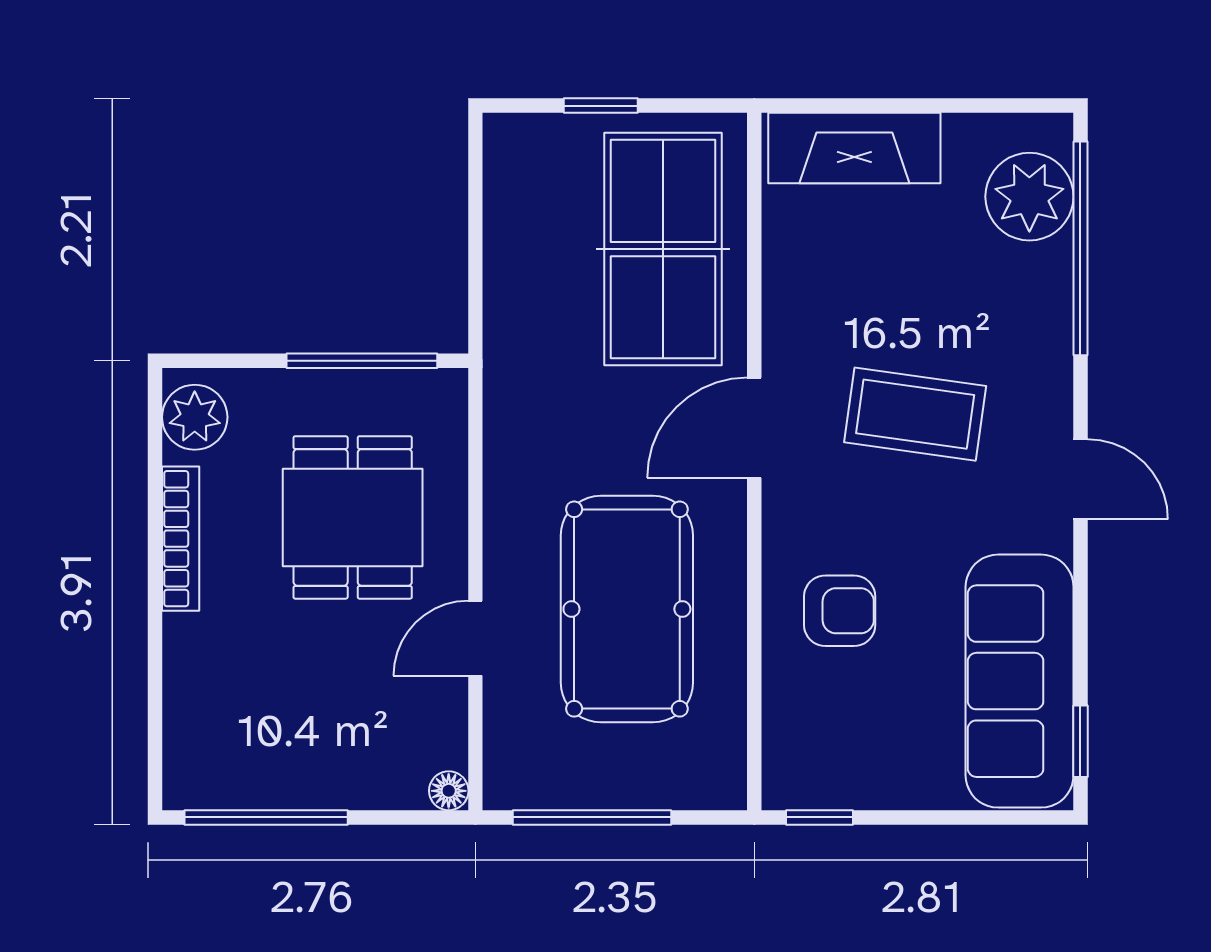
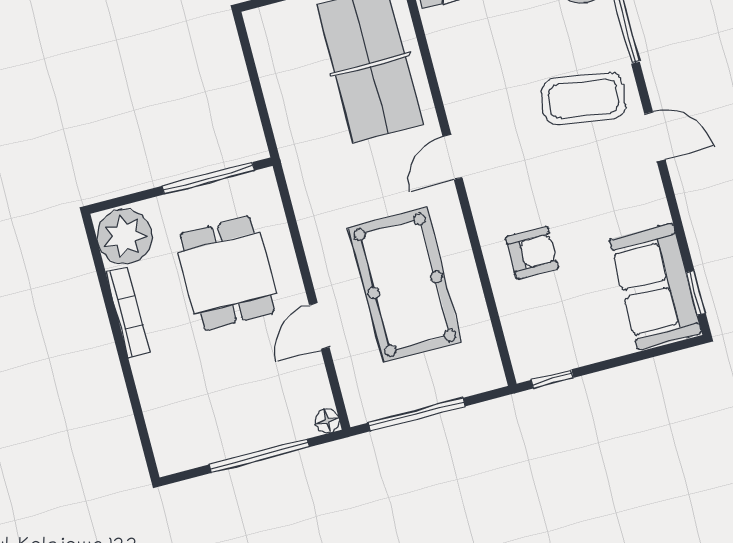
coffee table: (915, 414) -> (583, 99), moved
plant: (195, 417) -> (125, 236), width x1.36, depth x1.36
door: (754, 428) -> (452, 157), width x0.73
sofa: (1020, 681) -> (655, 286), width x0.73
window: (266, 817) -> (259, 456), moved

